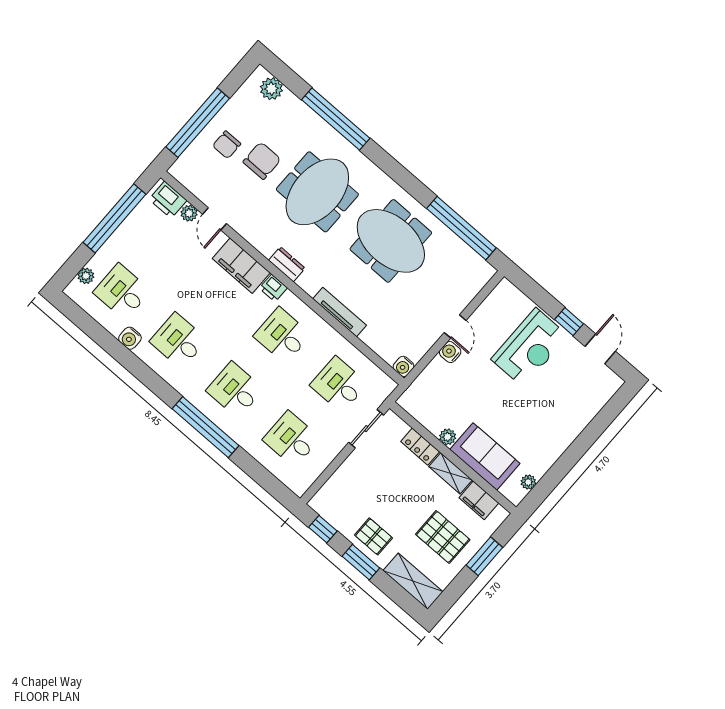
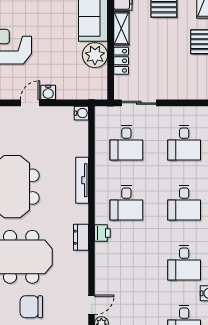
filing cabinet: (241, 266) -> (106, 264), removed
plant: (448, 437) -> (95, 55), width x1.87, depth x1.87

